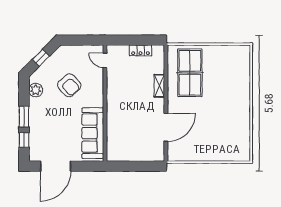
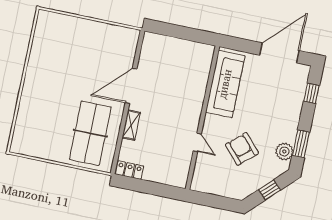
locker: (140, 50) -> (129, 170), moved
door: (105, 60) -> (197, 142), moved
window: (24, 117) -> (301, 144), moved
door: (166, 127) -> (131, 86), moved

